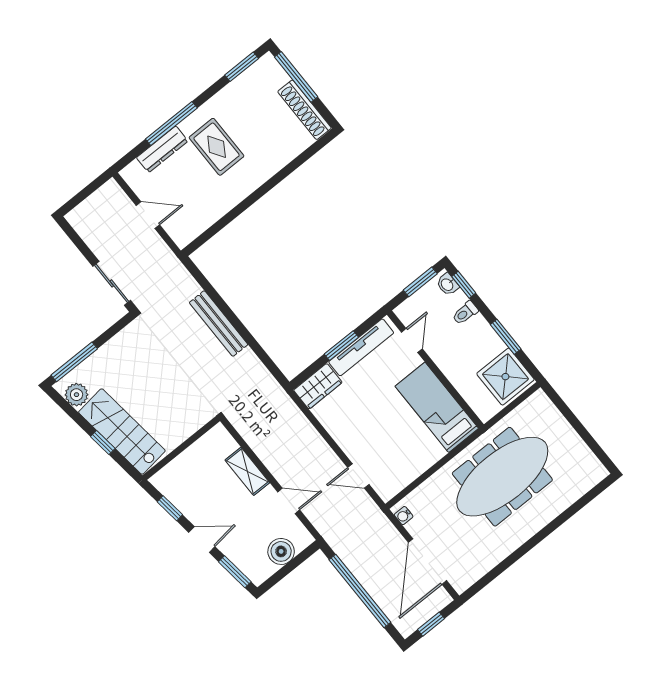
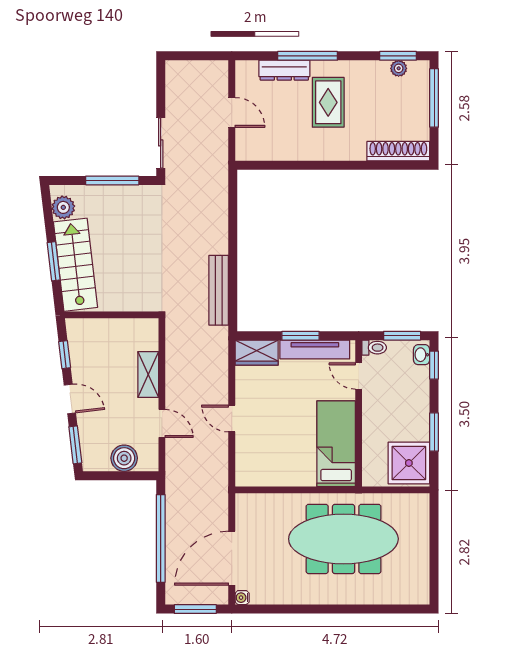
plant: (250, 76) -> (399, 68), added
shoe rack: (304, 110) -> (398, 151), moved, turned 90
toilet: (465, 313) -> (374, 348), moved, turned 180
bench: (219, 324) -> (219, 290), moved
door: (412, 340) -> (359, 376), swing flipped
window: (74, 362) -> (112, 180), moved
window: (103, 443) -> (54, 261), width x1.50
door: (358, 476) -> (232, 418), moved
water cooler: (404, 516) -> (242, 598), moved
window: (431, 624) -> (195, 609), width x1.50

